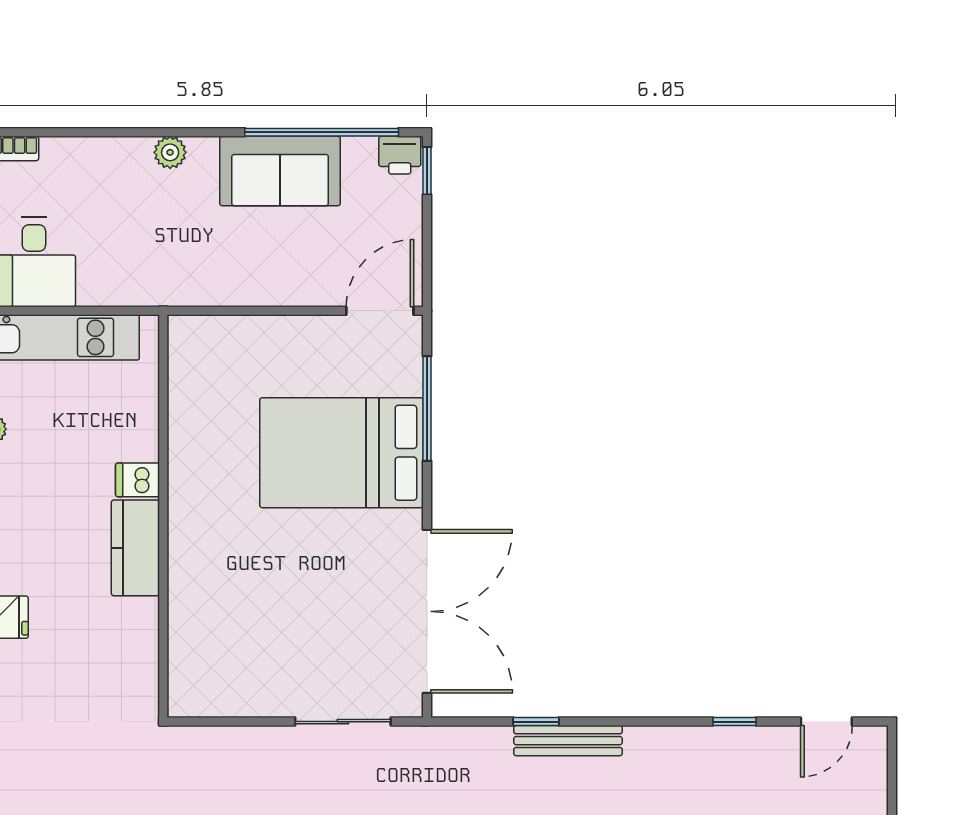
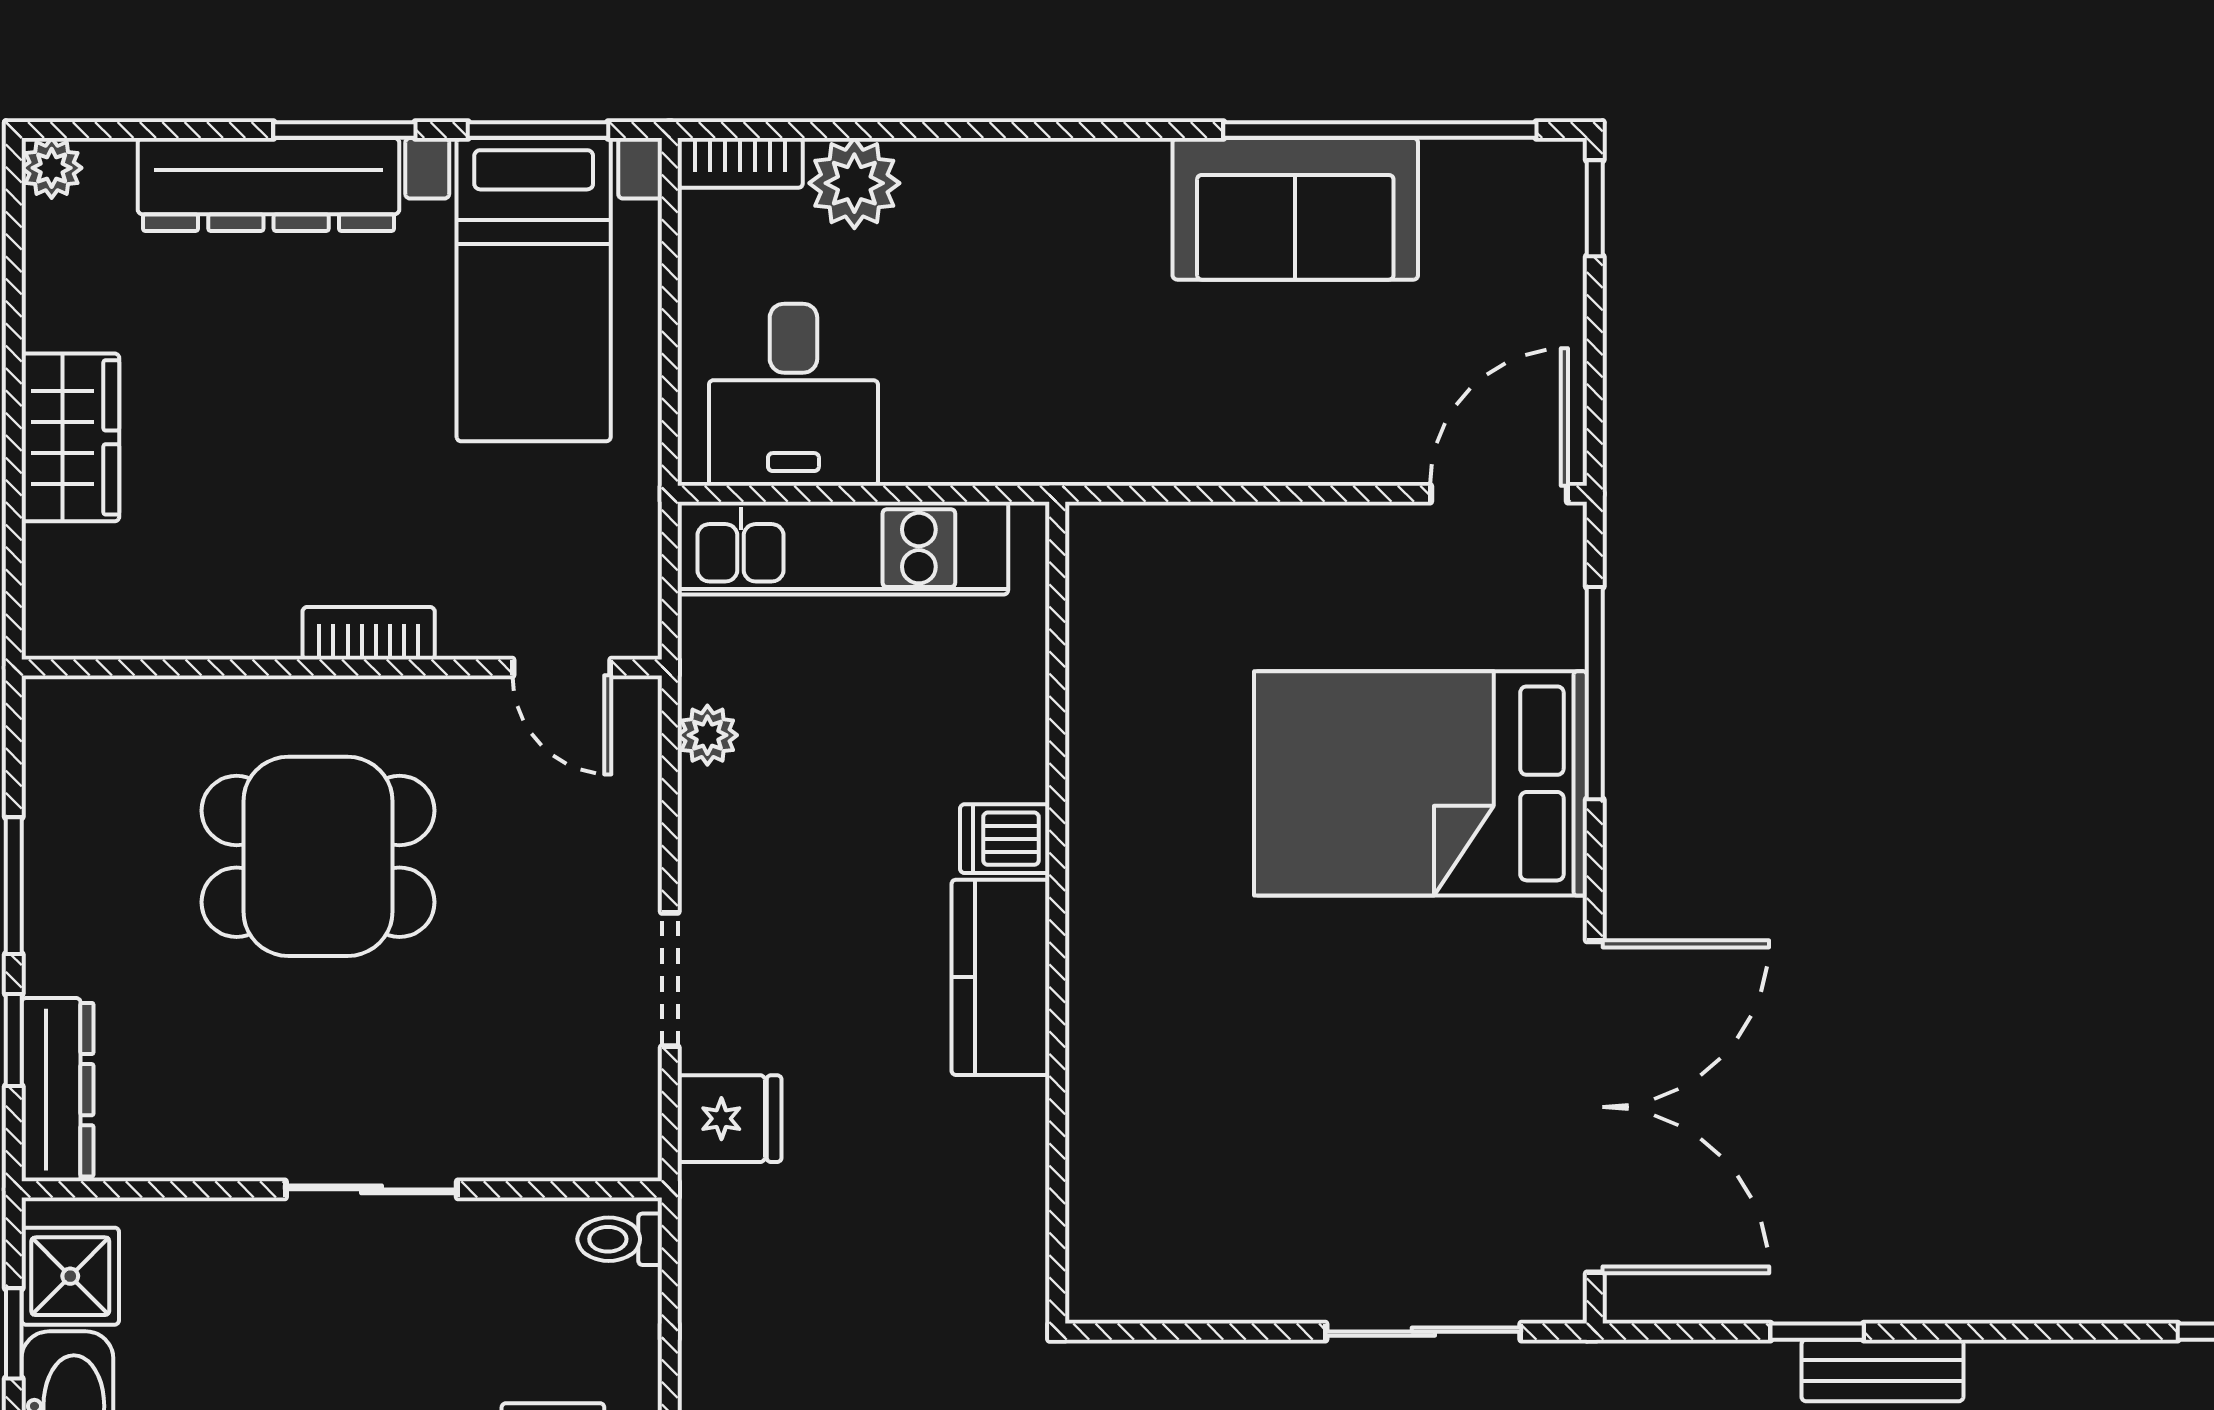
plant: (170, 152) -> (854, 183), moved, width x1.38, depth x1.38
printer: (400, 155) -> (1539, 177), removed
bench: (568, 741) -> (1882, 1370), width x0.73

